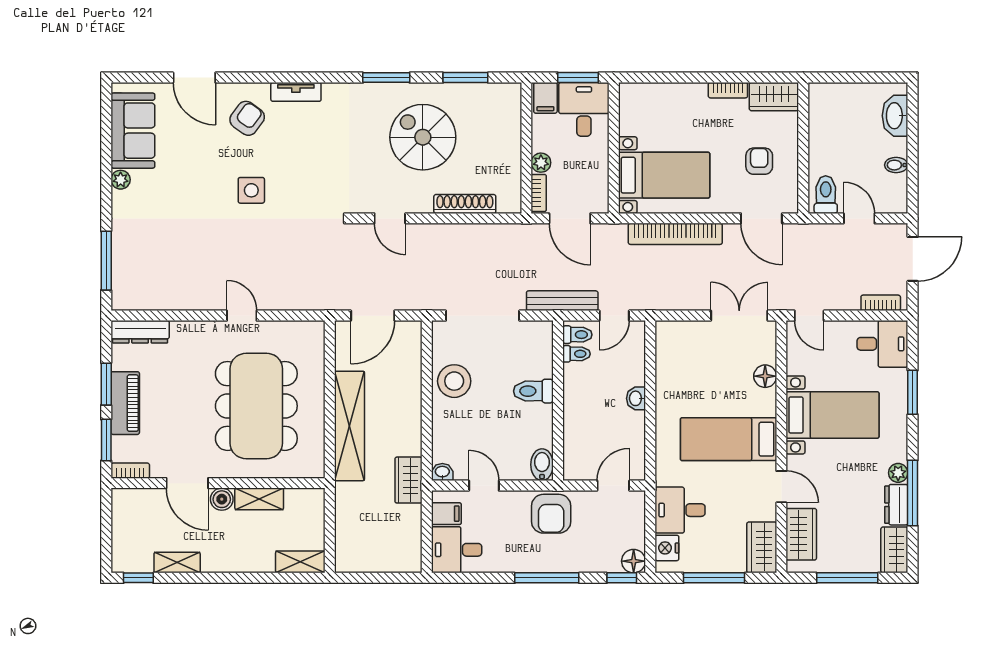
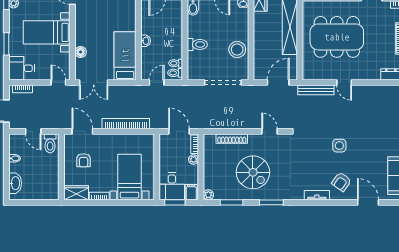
plant: (511, 93) -> (208, 195), added
bed with nightstands: (664, 175) -> (129, 177), moved, turned 90
bench: (562, 301) -> (316, 90), moved
dining table: (256, 406) -> (337, 37), turned 90
bed: (729, 439) -> (125, 56), moved, turned -90

